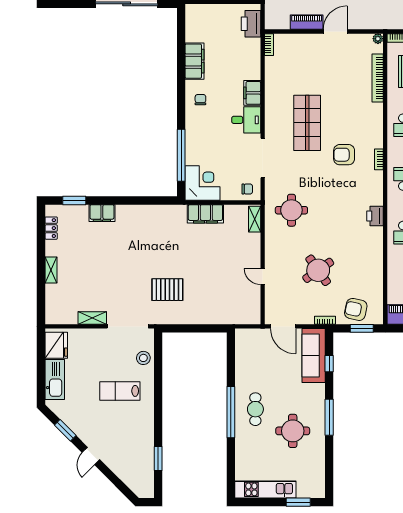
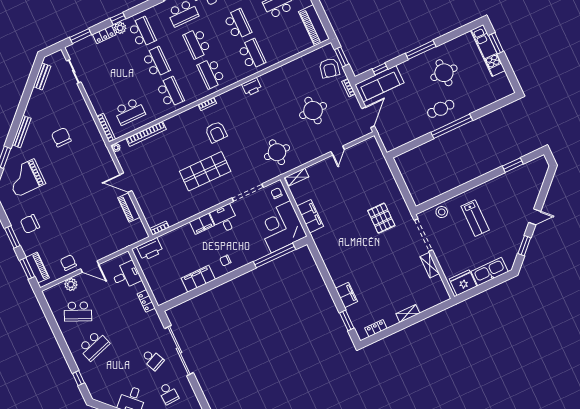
corner desk: (202, 183) -> (281, 227), width x1.36, depth x1.36
round table: (318, 270) -> (313, 111), turned 35
kitchen unit: (265, 489) -> (488, 51), moved

